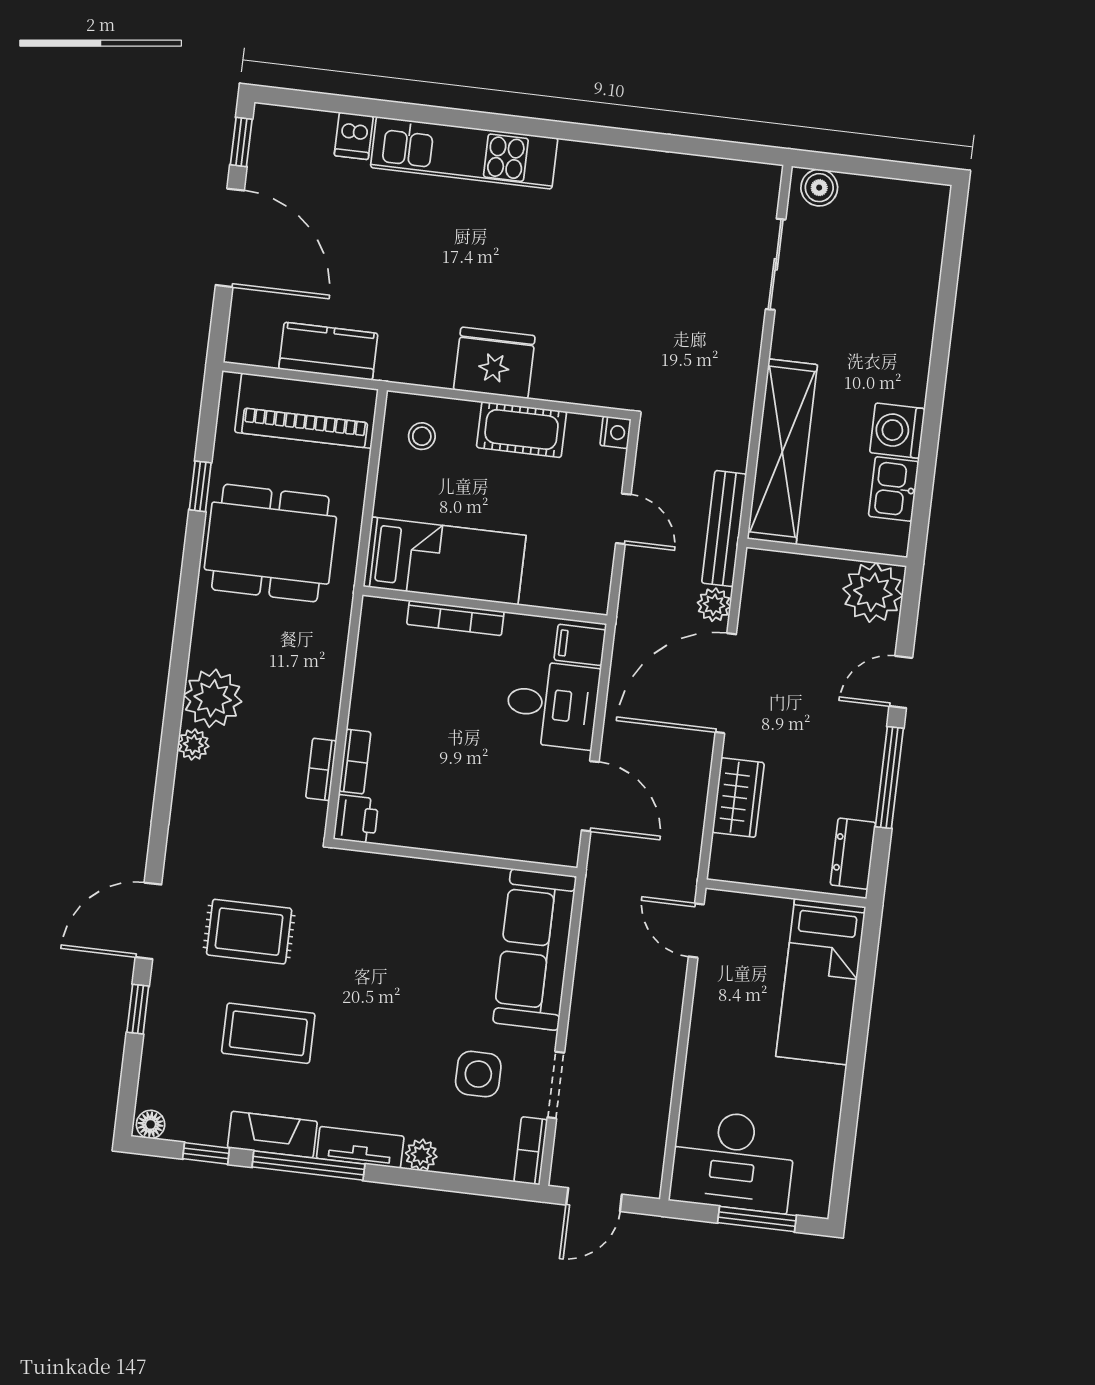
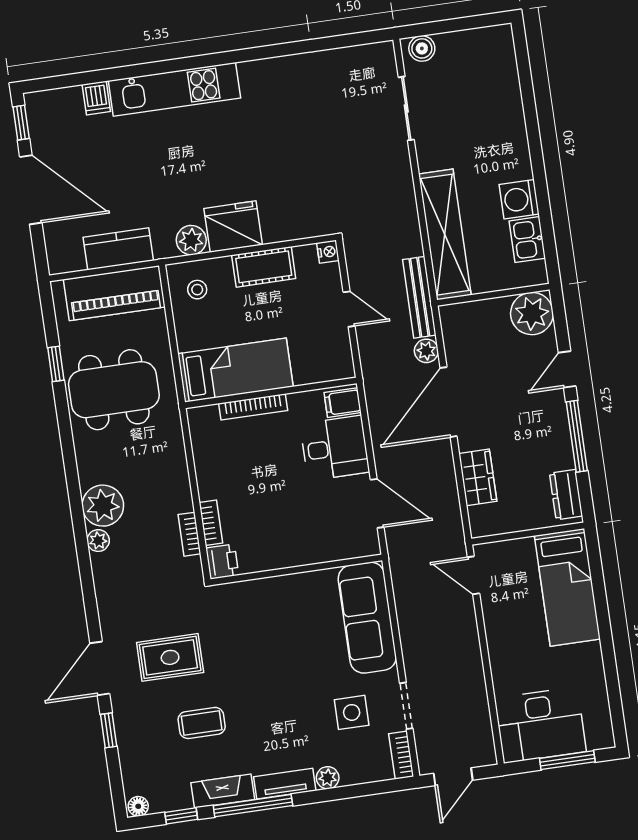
plant: (432, 366) -> (191, 240), added
coffee table: (268, 1033) -> (202, 723), width x0.73, depth x0.77

